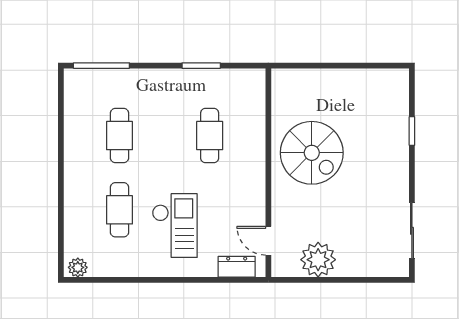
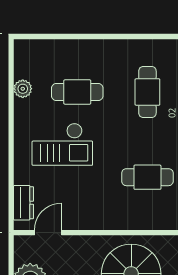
cafe table: (119, 136) -> (147, 92), turned 90
plant: (78, 267) -> (23, 89), moved

